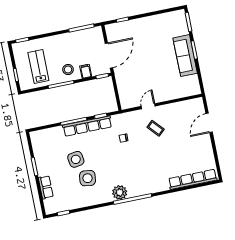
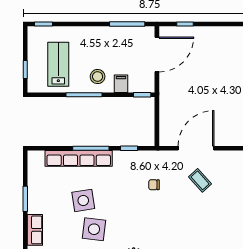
door: (109, 56) -> (157, 54), moved
door: (148, 106) -> (196, 148), width x1.87
row of seats: (87, 126) -> (79, 158), moved

